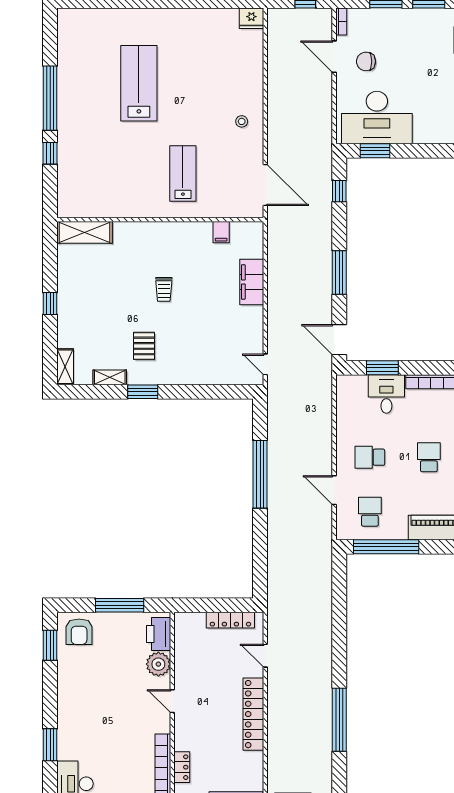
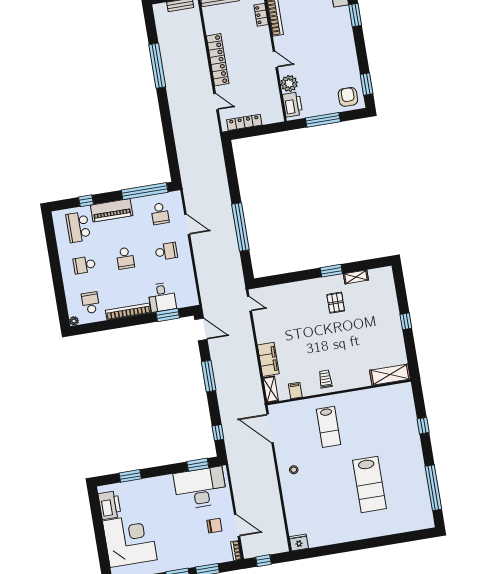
window: (50, 98) -> (433, 488), moved
trolley: (164, 289) -> (325, 379), moved
shelving: (65, 367) -> (271, 389), moved

